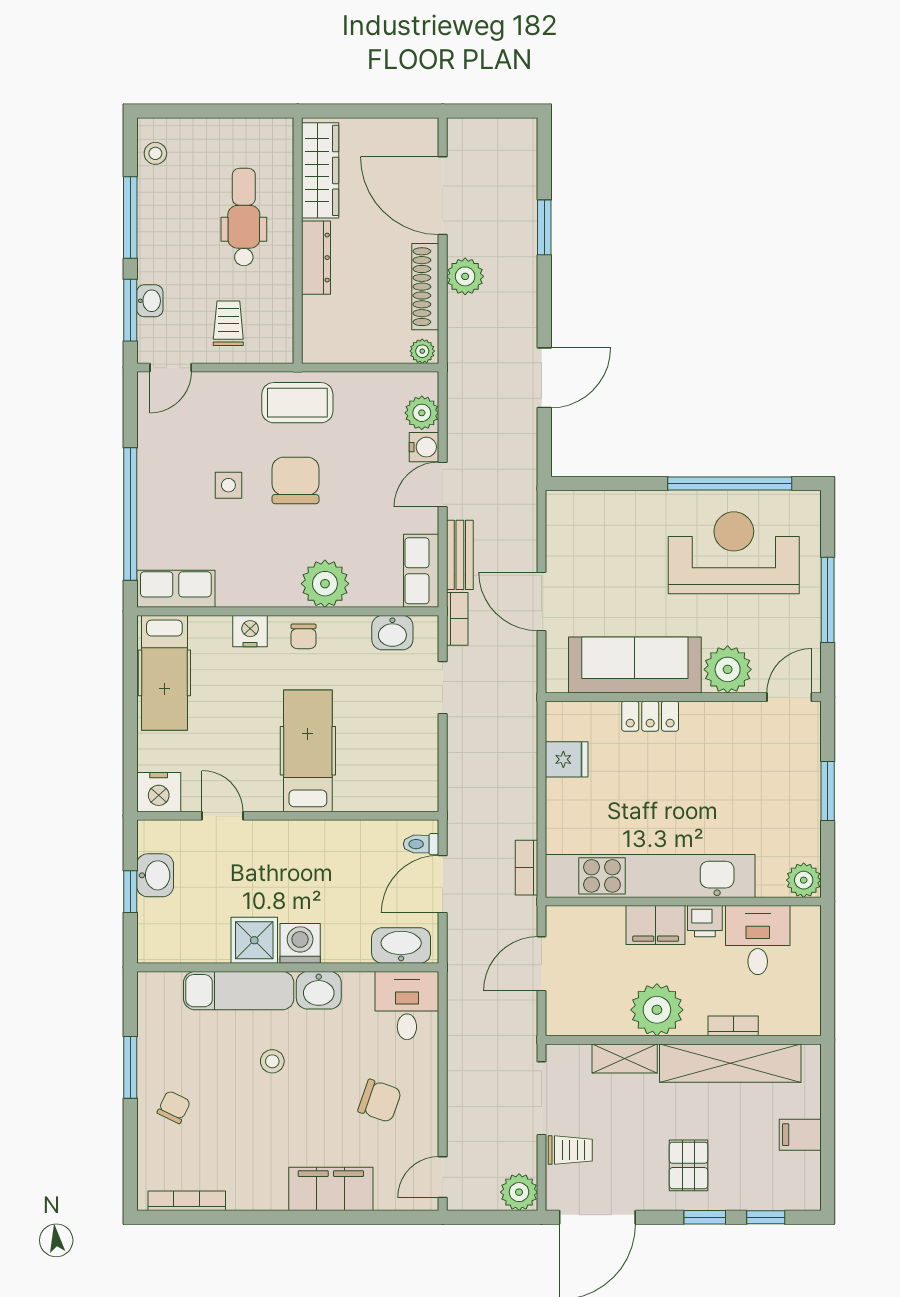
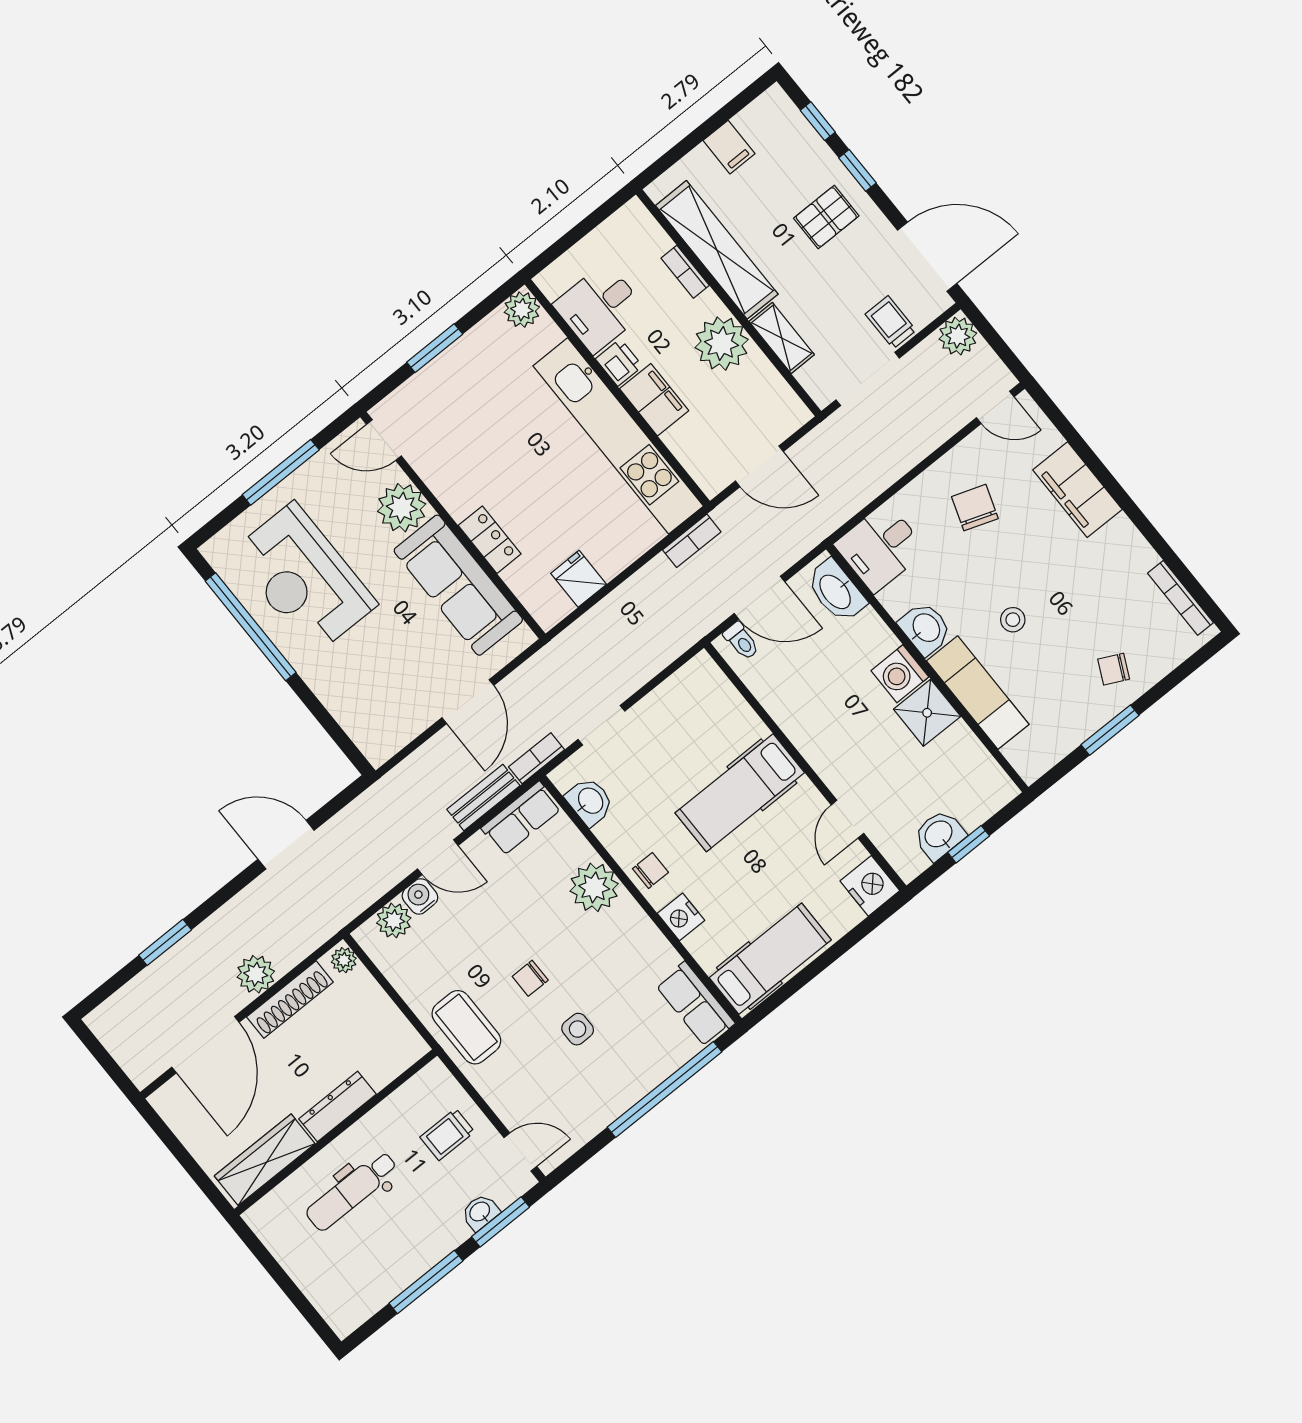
stool: (155, 153) -> (358, 1303), removed
chair: (295, 480) -> (530, 978), width x0.54, depth x0.54

